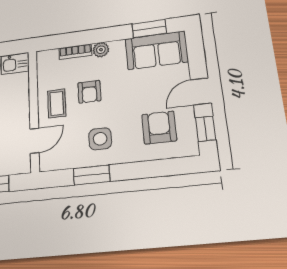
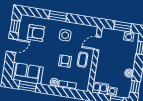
armchair: (159, 128) -> (36, 33), turned -90
window: (92, 175) -> (58, 16), moved

